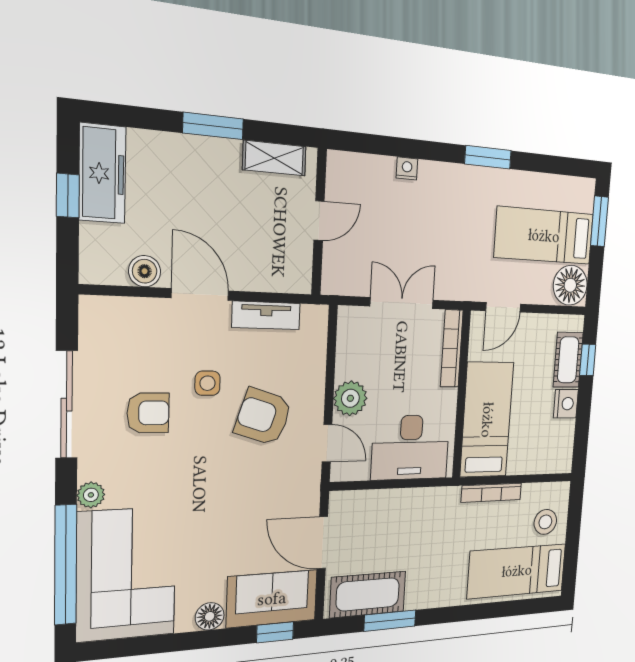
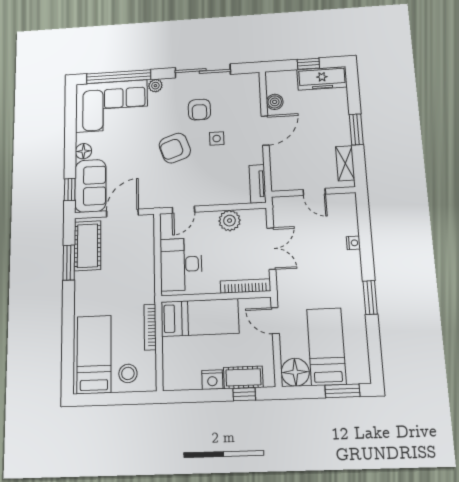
tv unit: (266, 315) -> (258, 184), moved
plant: (350, 398) -> (230, 221), moved
armchair: (263, 417) -> (175, 148), moved, turned -127

